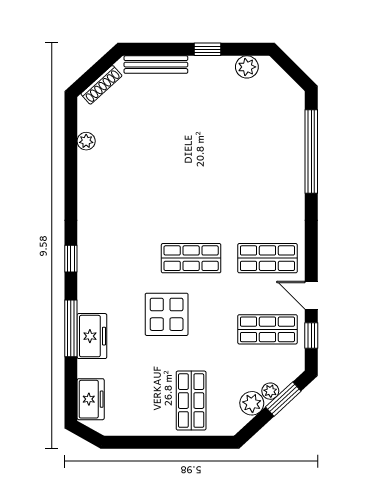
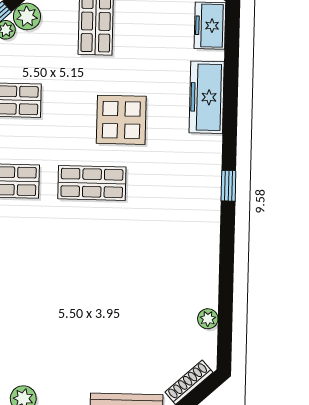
window: (71, 328) -> (230, 107), removed
freezer: (92, 336) -> (207, 97), width x1.40

